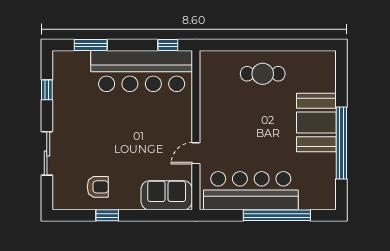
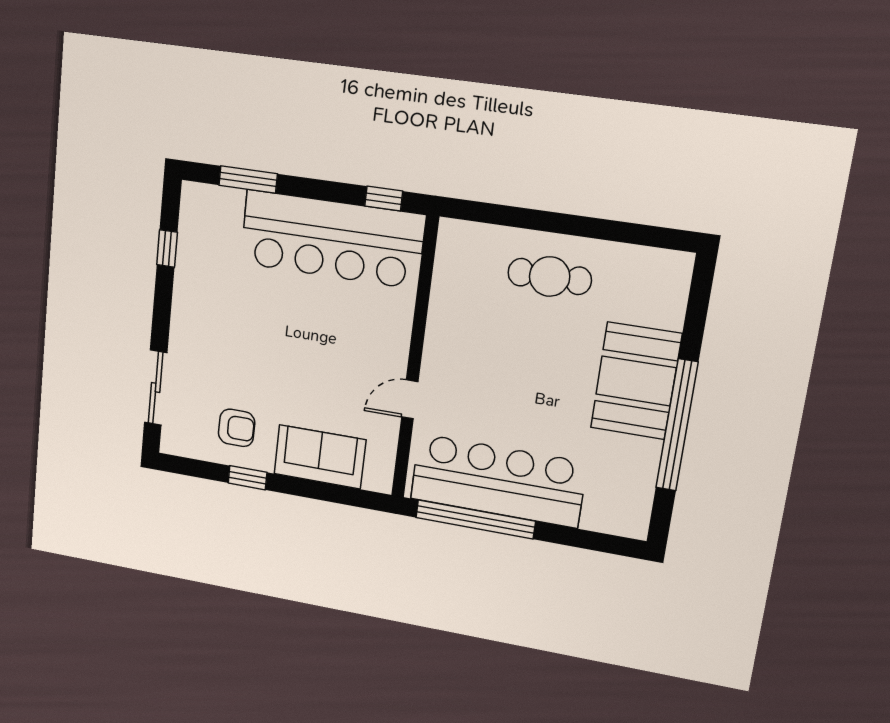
sliding door: (47, 153) -> (156, 388), moved
sofa: (167, 195) -> (320, 457), moved
window: (277, 215) -> (475, 519), moved

